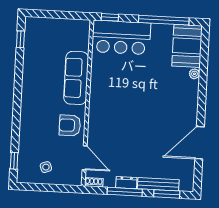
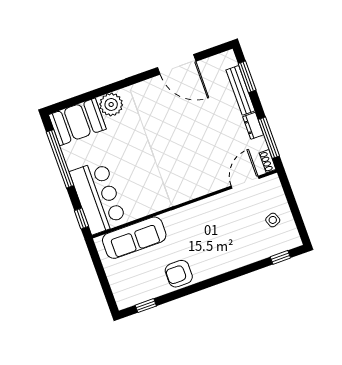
plant: (194, 74) -> (111, 104), width x1.88, depth x1.88
sofa: (76, 78) -> (134, 238), moved
armchair: (70, 125) -> (179, 274), moved, turned 90
window: (125, 192) -> (269, 138), moved

